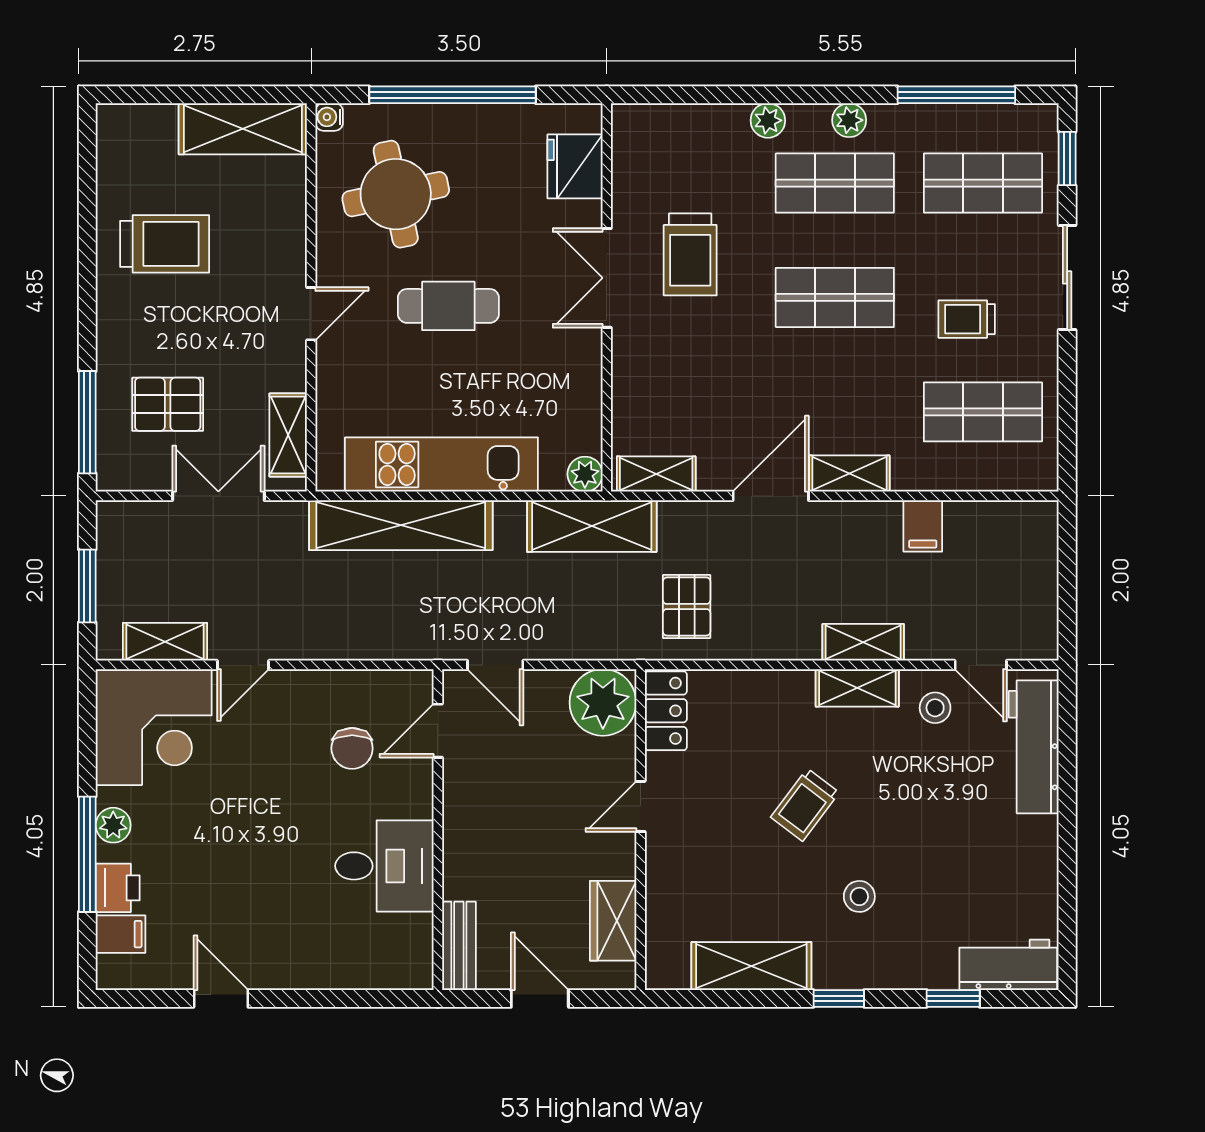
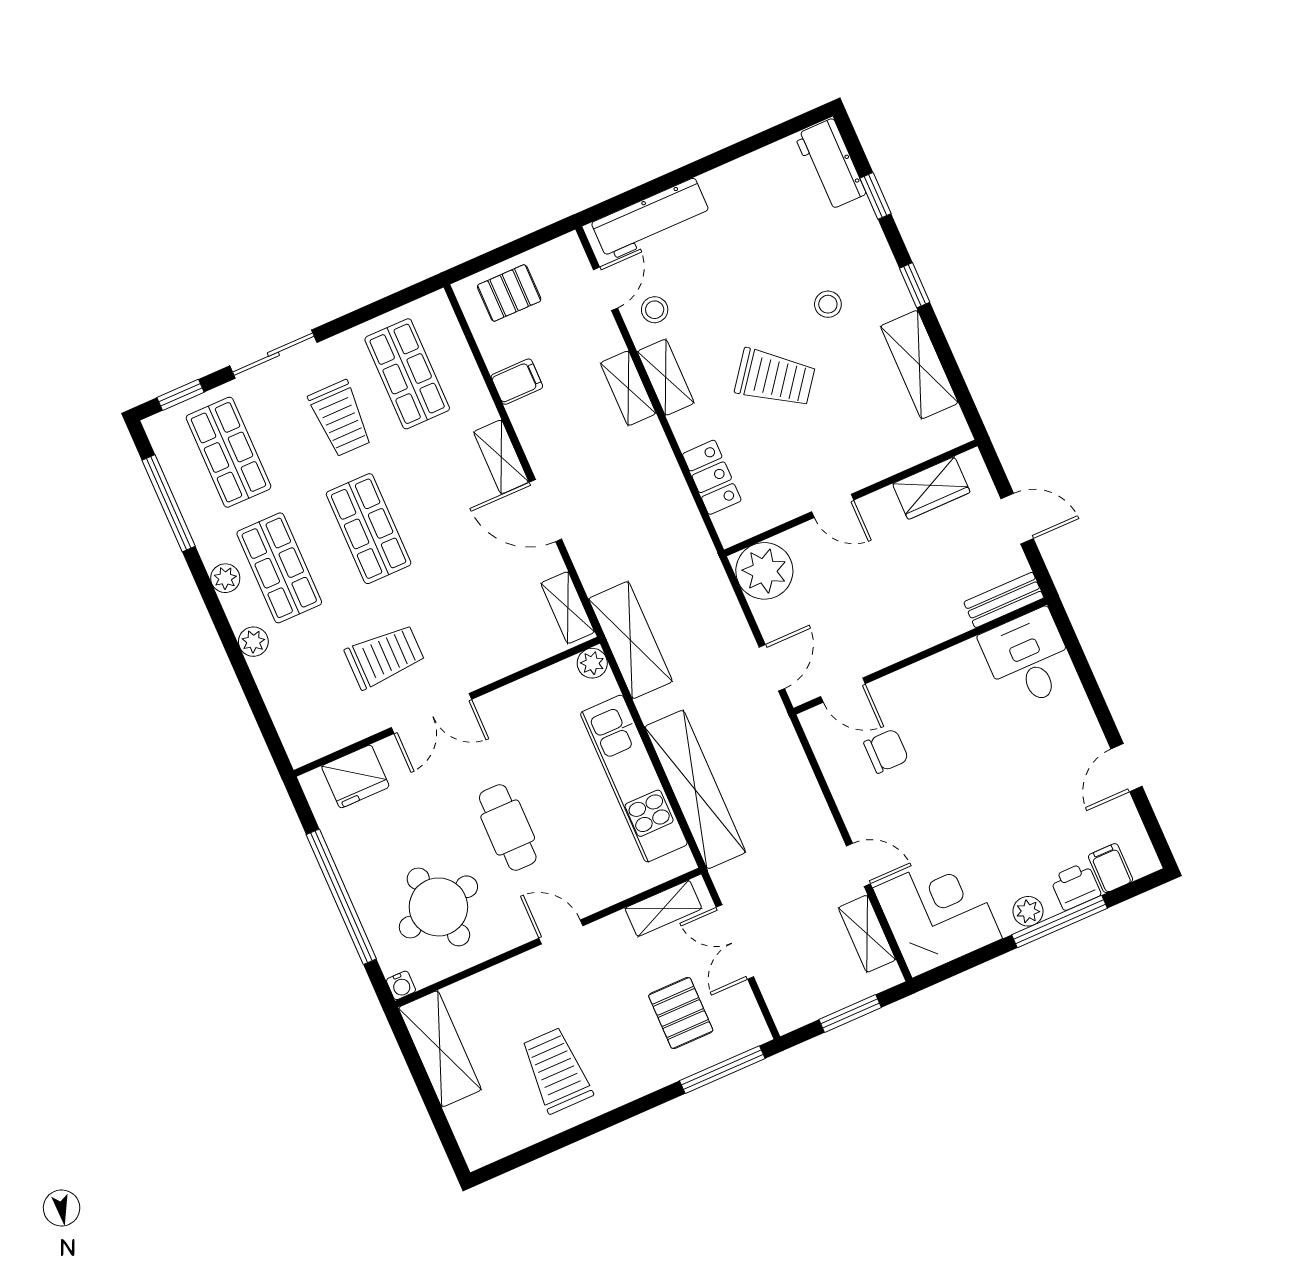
trolley: (967, 319) -> (340, 418), width x1.36, depth x1.39
pallet: (687, 607) -> (509, 293), moved
locker: (666, 711) -> (712, 477), moved, turned 90
trolley: (805, 805) -> (775, 378), width x1.36, depth x1.39
desk: (384, 866) -> (1028, 659), moved
door: (540, 999) -> (1017, 519), swing flipped

